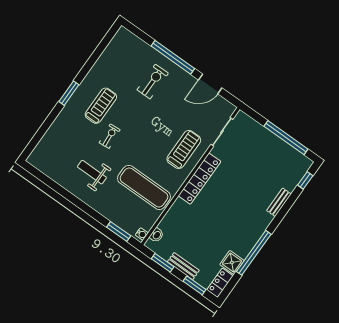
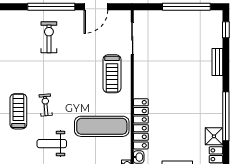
treadmill: (101, 106) -> (18, 111), moved
treadmill: (184, 150) -> (112, 74), turned 180
locker: (200, 179) -> (141, 124), moved

